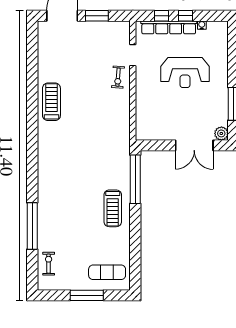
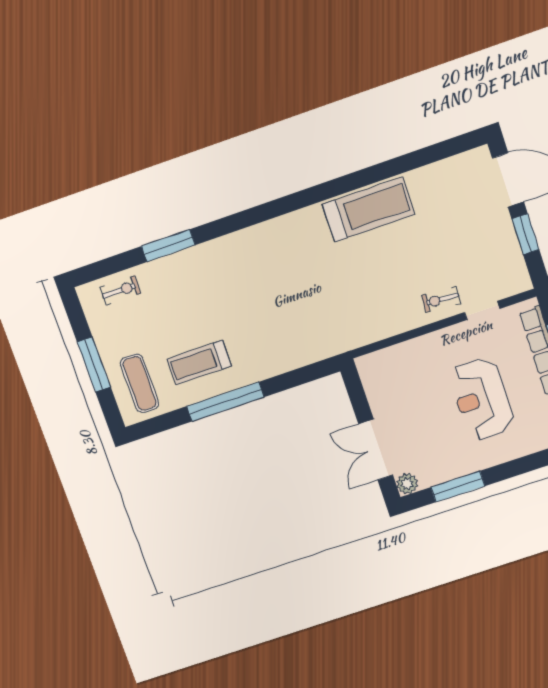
treadmill: (51, 102) -> (369, 209), width x1.37, depth x1.38
window: (135, 179) -> (225, 402), moved
treadmill: (113, 208) -> (199, 362), moved
window: (32, 226) -> (168, 246), width x0.68

